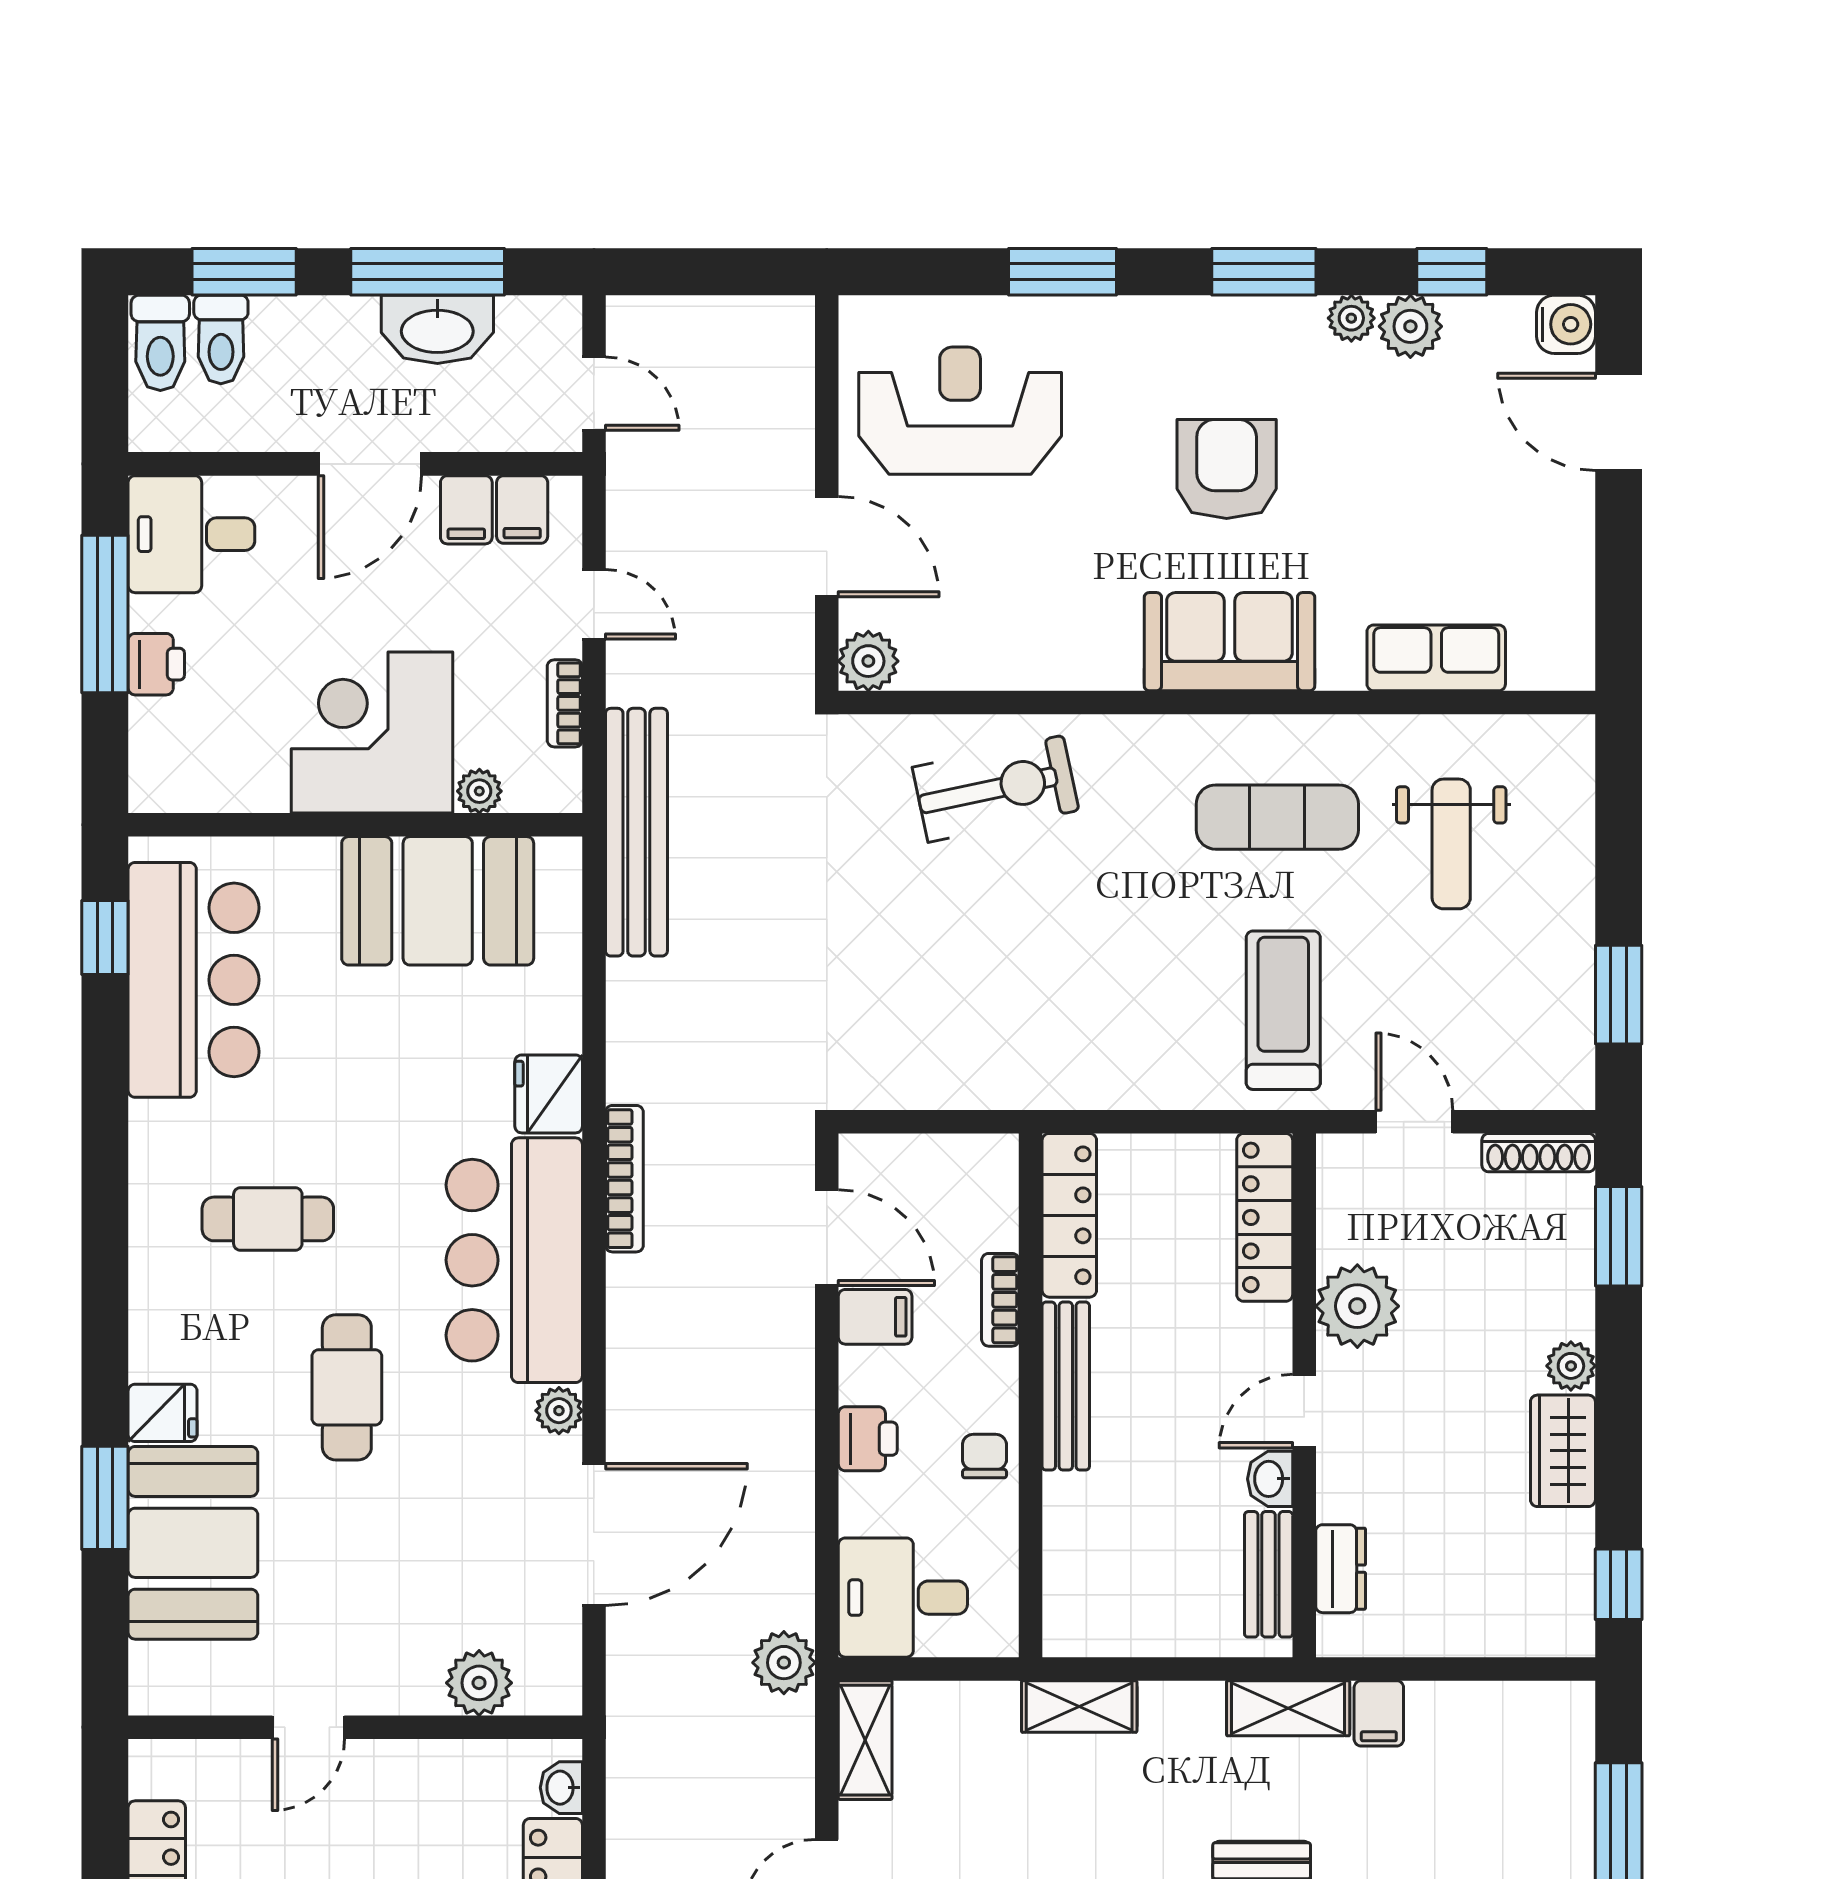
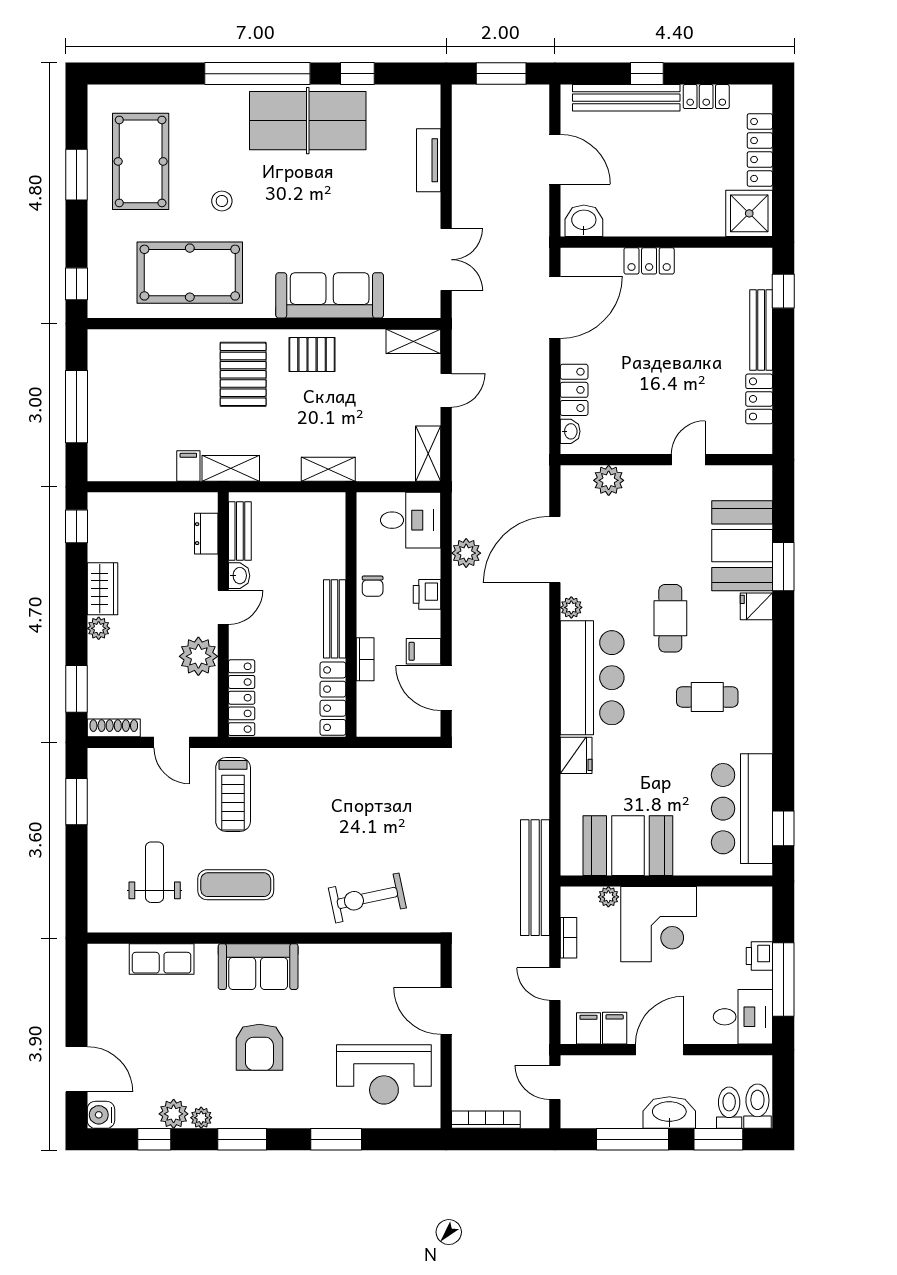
washbasin: (437, 329) -> (669, 1112), moved
plant: (868, 661) -> (427, 958), removed
bookcase: (624, 1179) -> (486, 1120), moved, turned 90
plant: (784, 1663) -> (466, 553), moved

